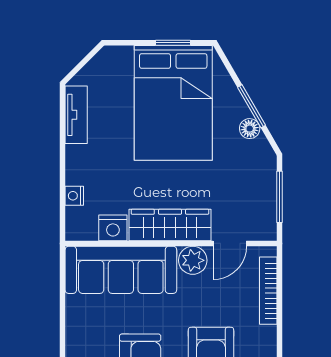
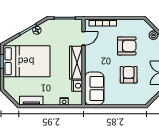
door: (230, 243) -> (84, 38), hinge flipped
plant: (193, 260) -> (90, 53), removed
sofa: (121, 270) -> (94, 88), width x0.73

